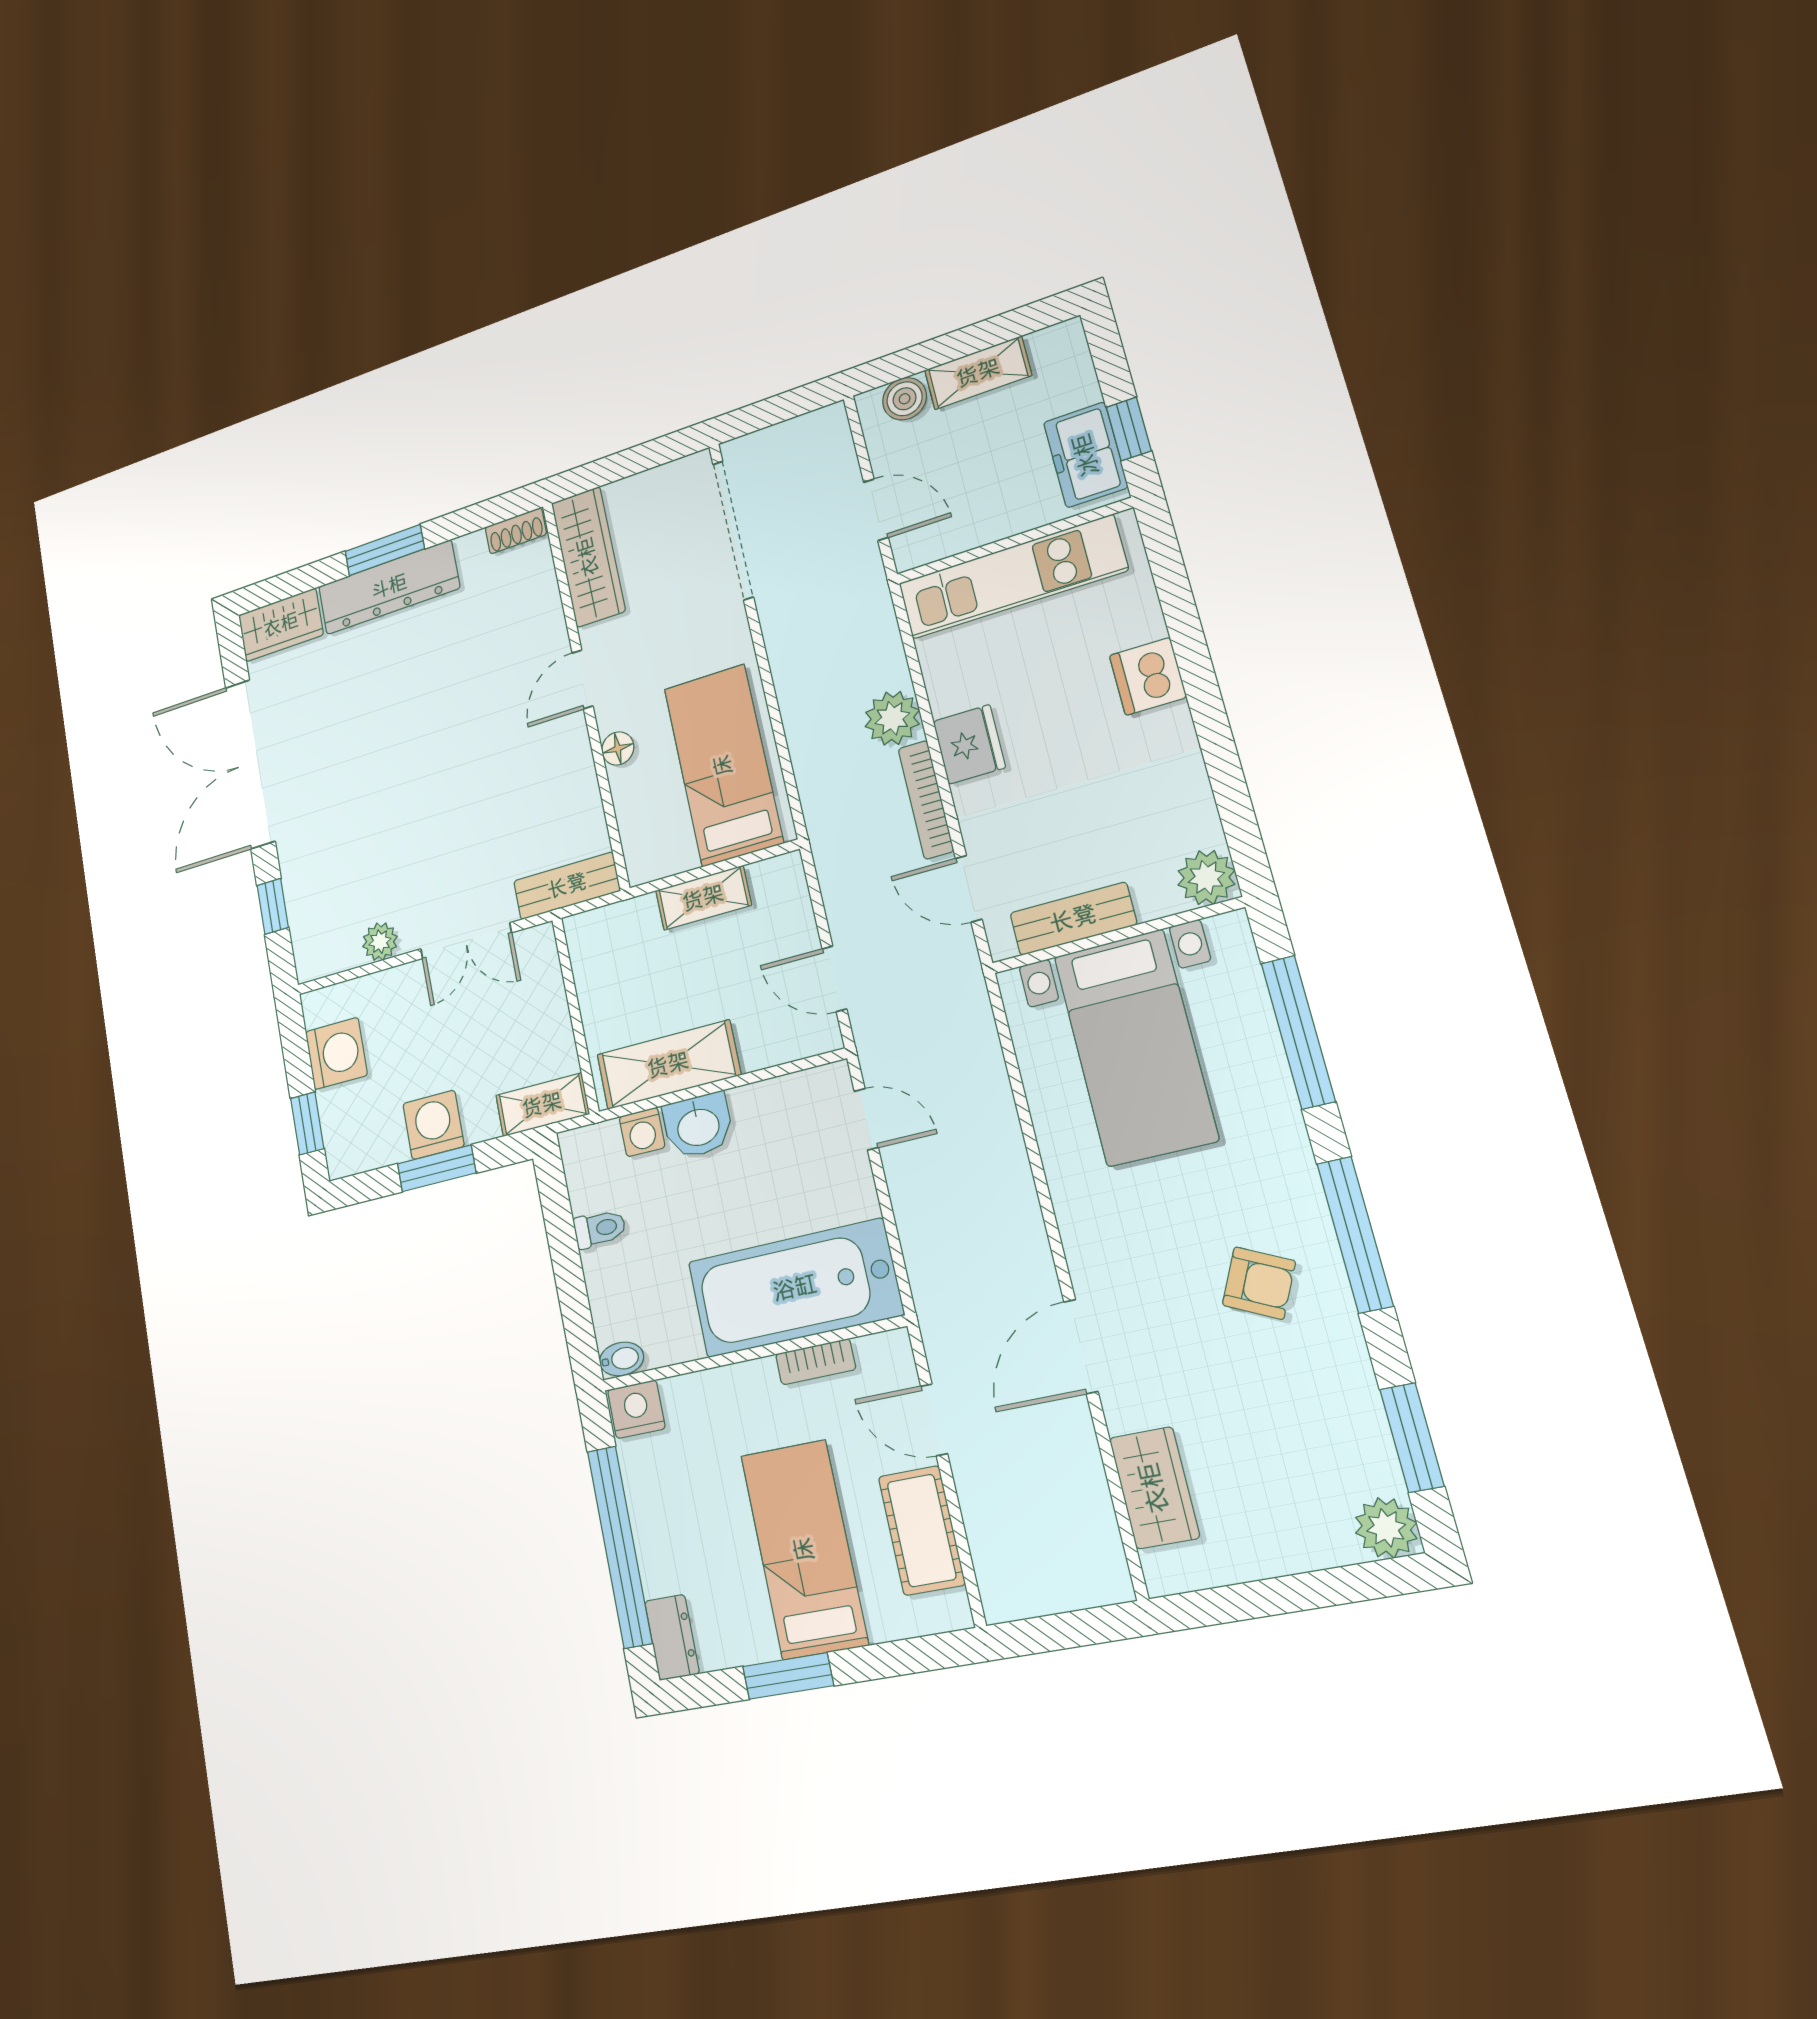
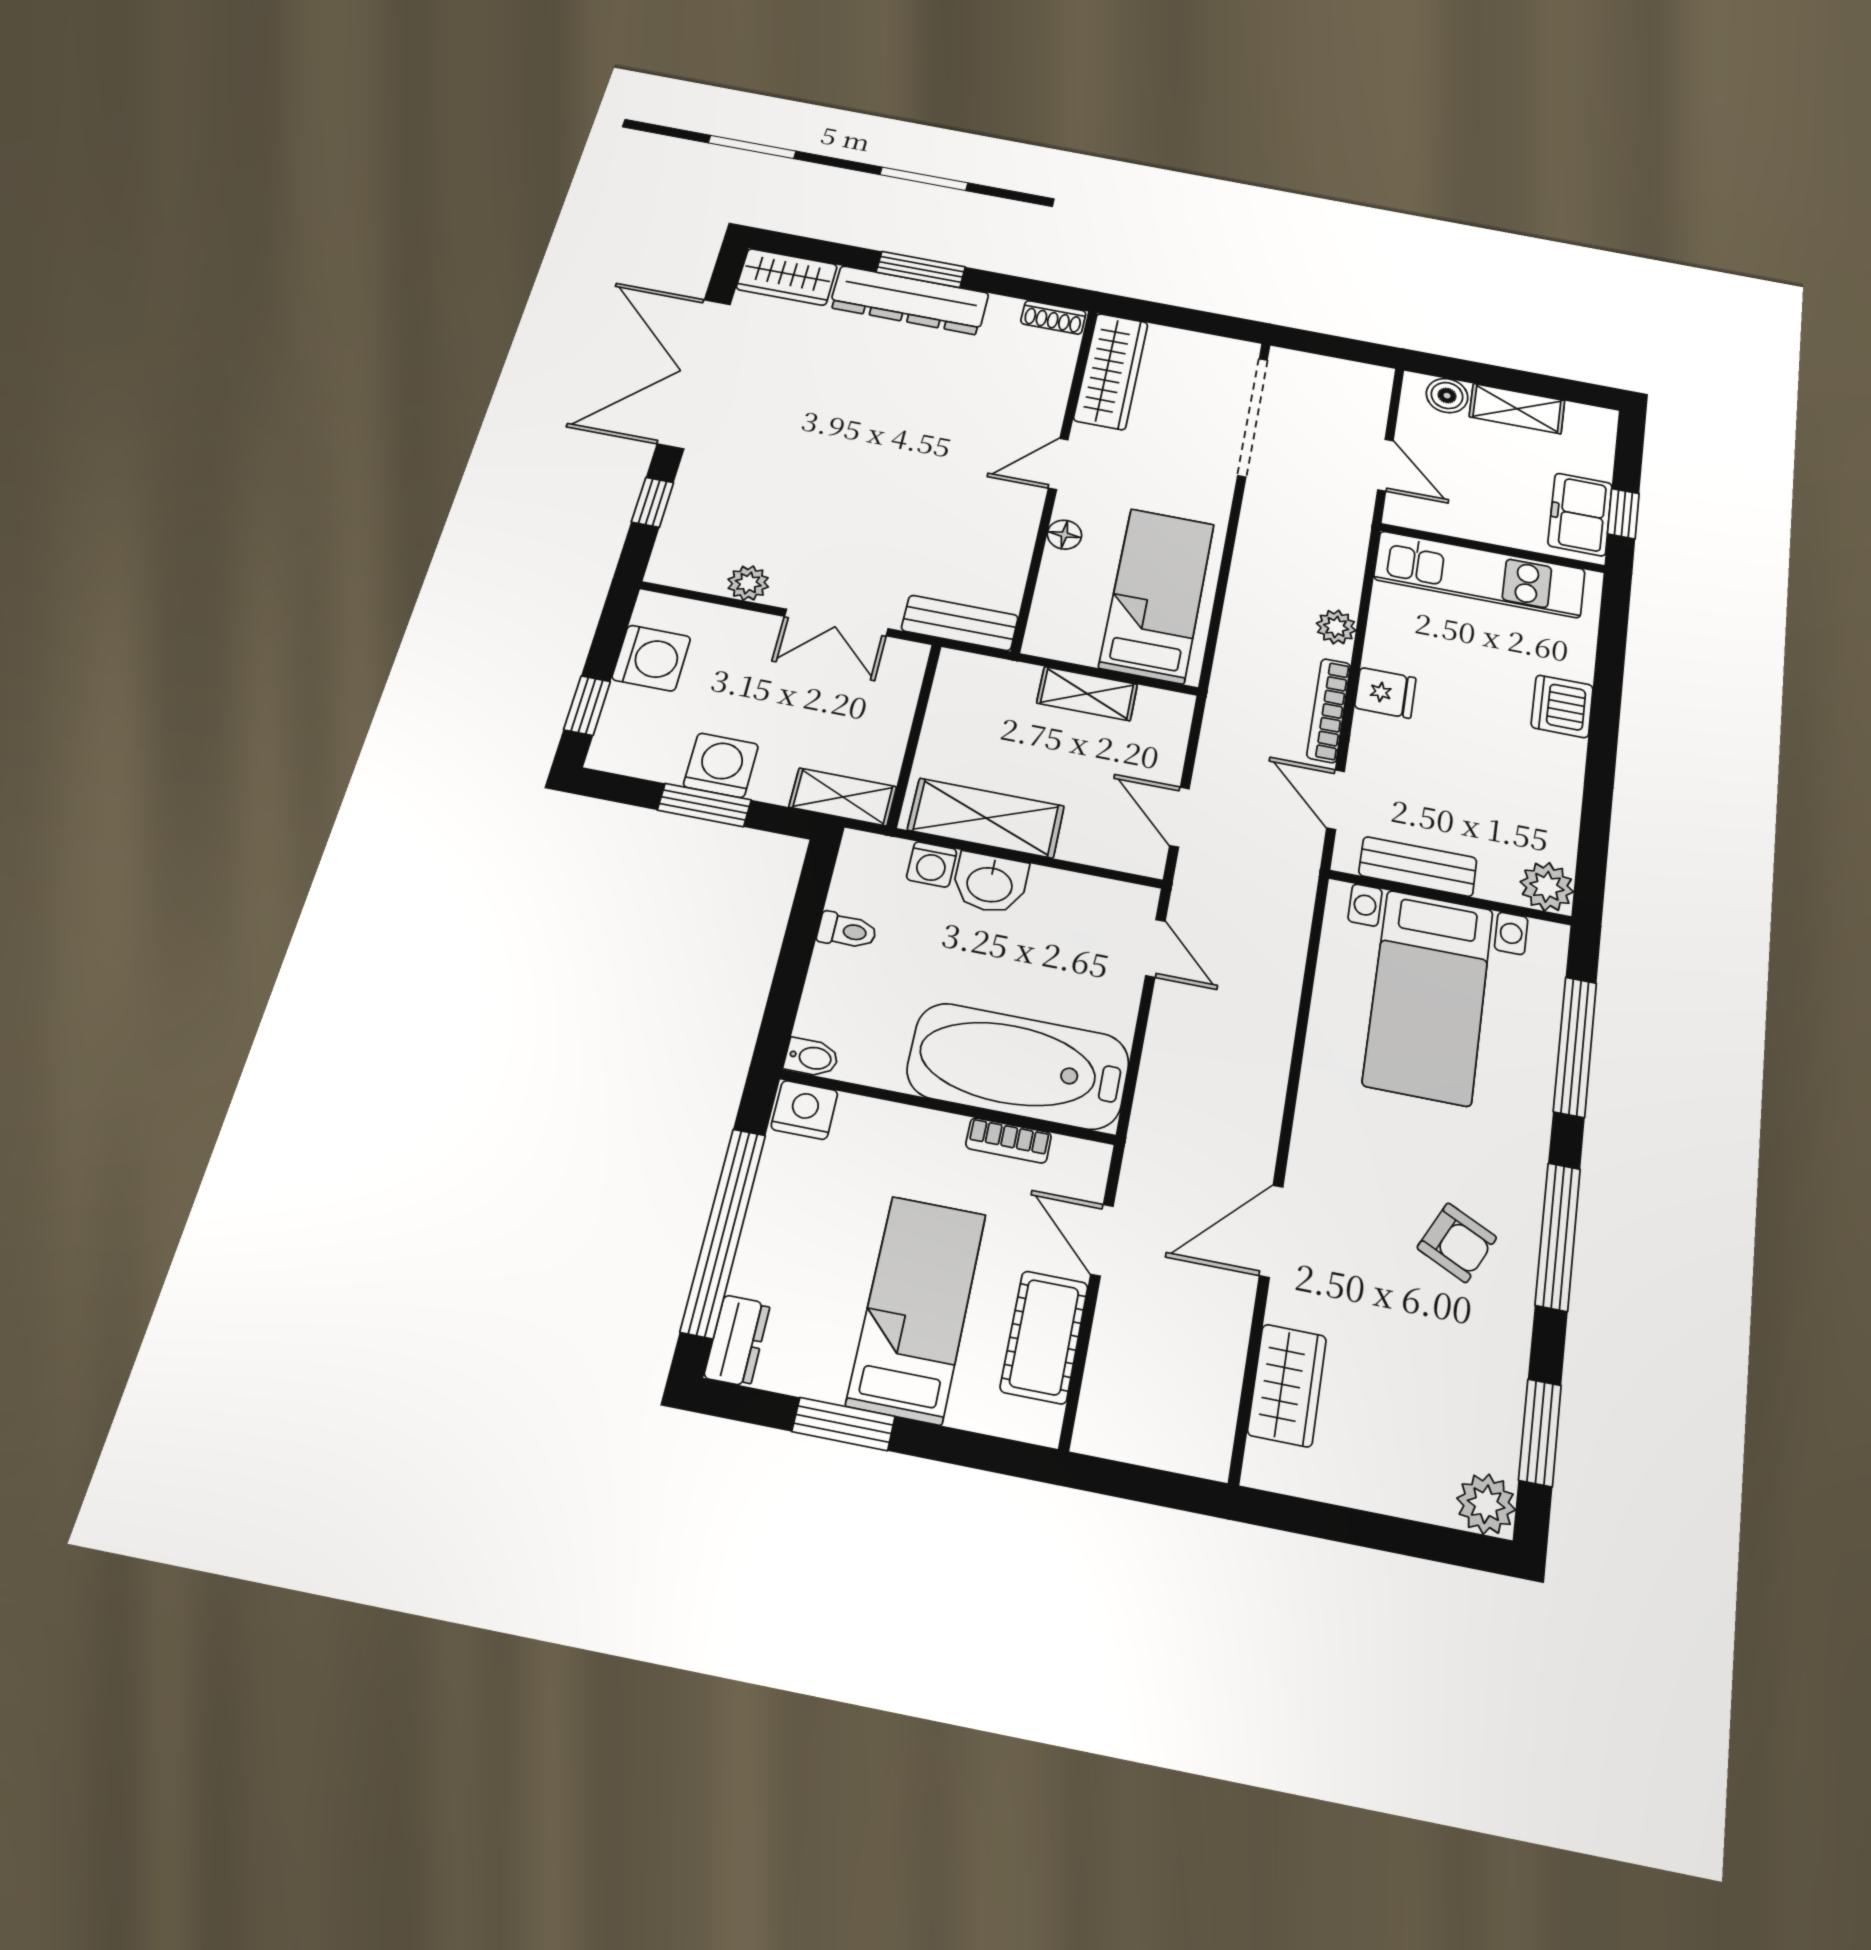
plant: (892, 718) -> (1336, 627), width x0.73, depth x0.73
fridge: (969, 744) -> (1385, 693), width x0.72

